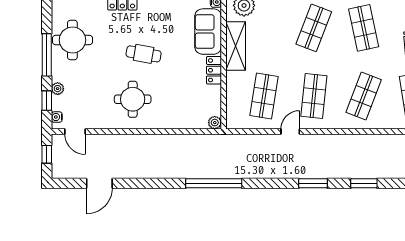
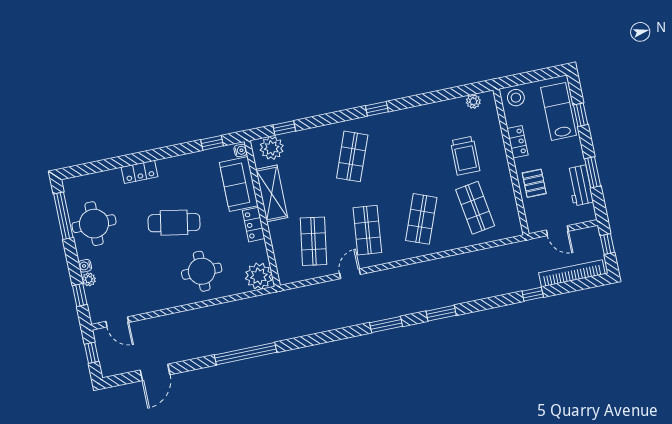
shop shelf: (364, 28) -> (406, 145), removed
cafe table: (144, 54) -> (174, 223), width x1.37, depth x1.35
window: (47, 55) -> (63, 216), moved
round table: (133, 99) -> (202, 271), moved
water cooler: (57, 117) -> (85, 266), moved
plant: (215, 123) -> (259, 276), width x1.88, depth x1.88
window: (214, 183) -> (246, 354), moved

